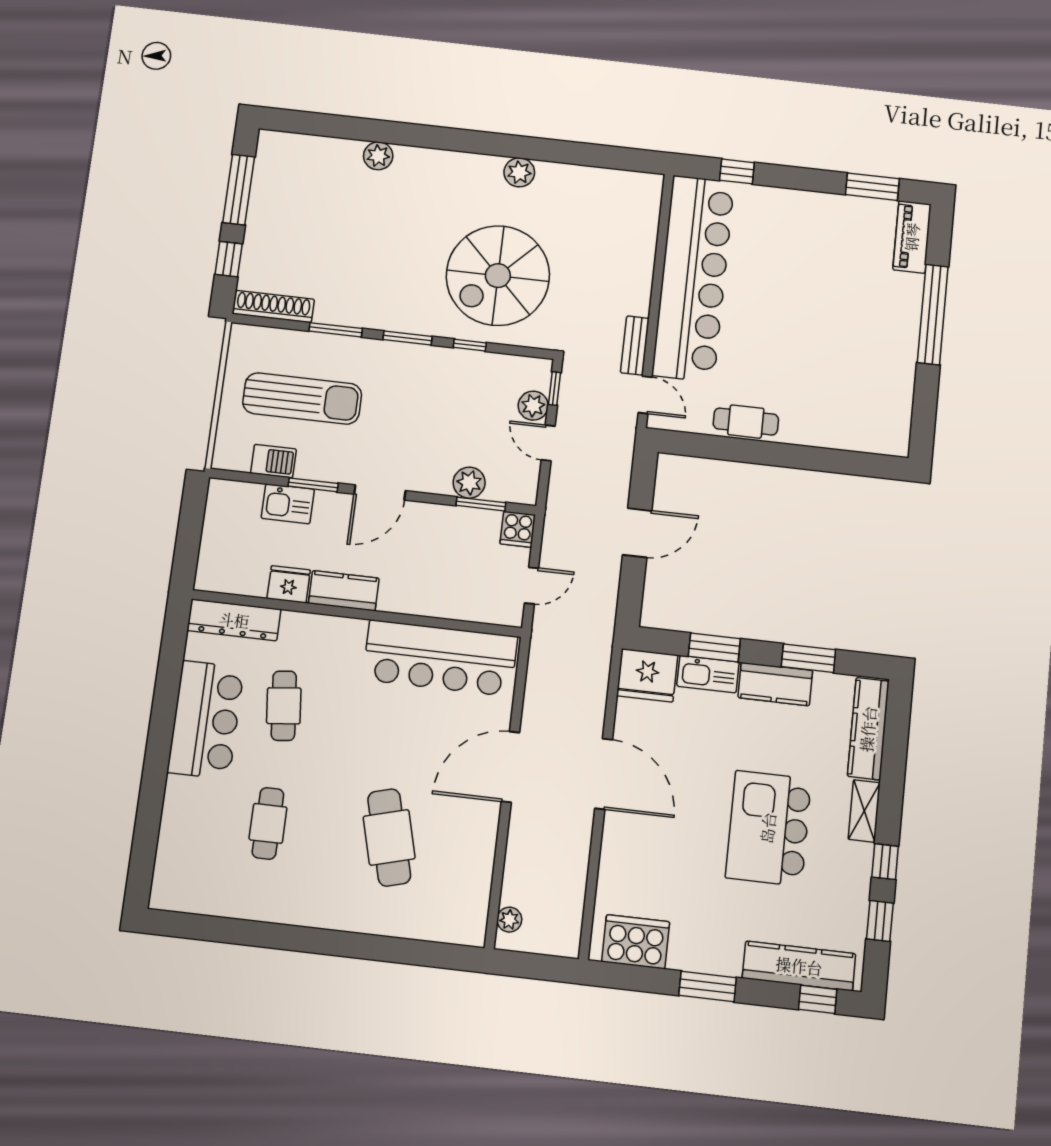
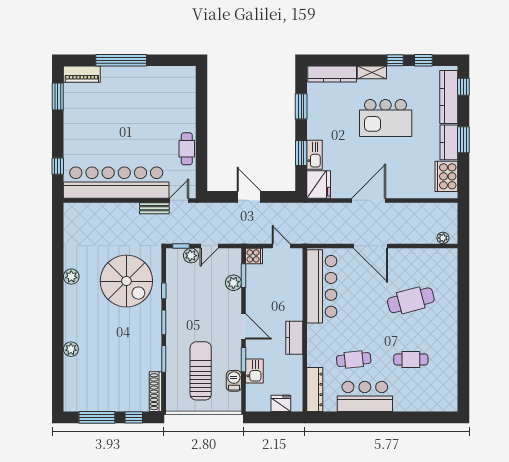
fridge: (289, 584) -> (281, 403), moved, turned 90
kitchen counter: (775, 684) -> (449, 142), moved, turned 180

